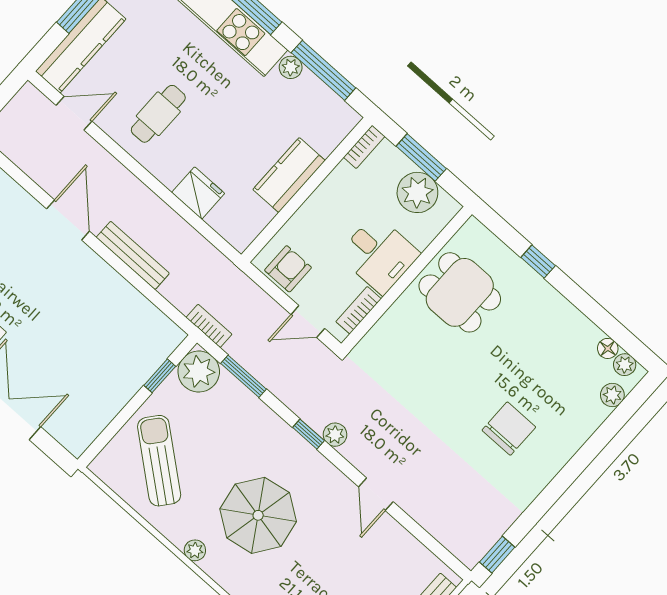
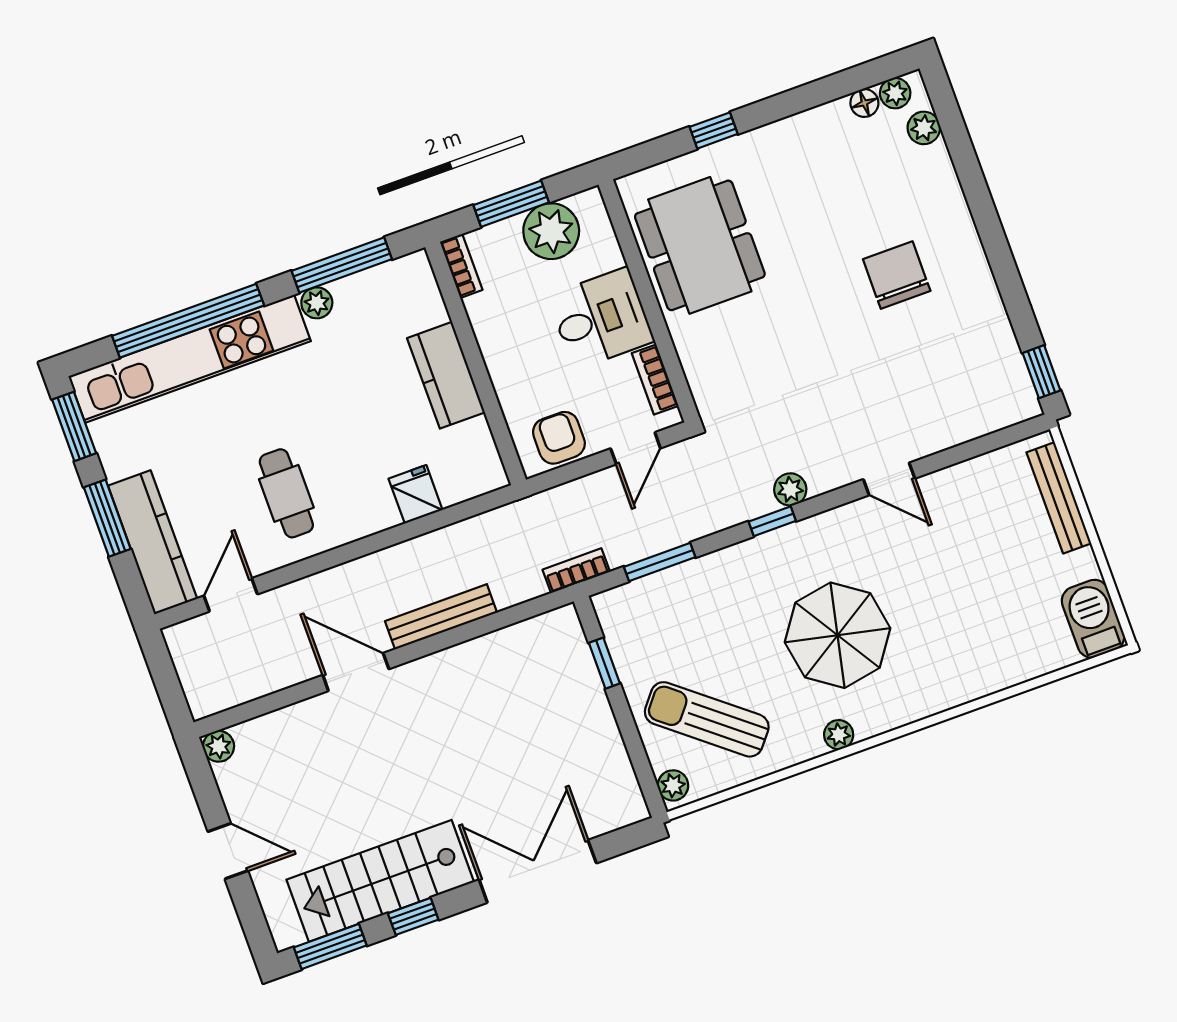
fridge: (198, 193) -> (416, 494), width x0.72
dining table: (460, 292) -> (700, 245), width x1.38
plant: (199, 372) -> (673, 785), moved, width x0.53, depth x0.53

